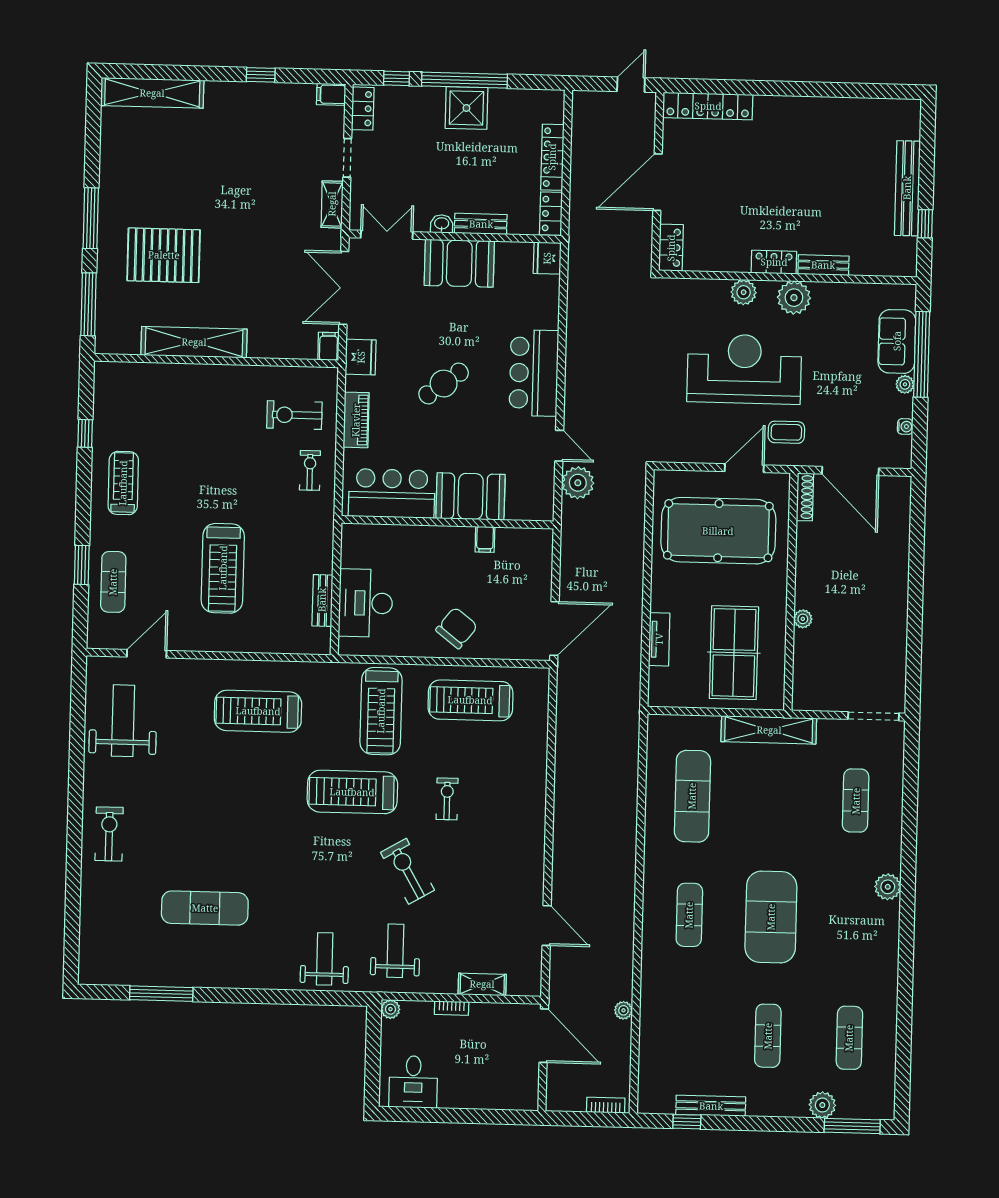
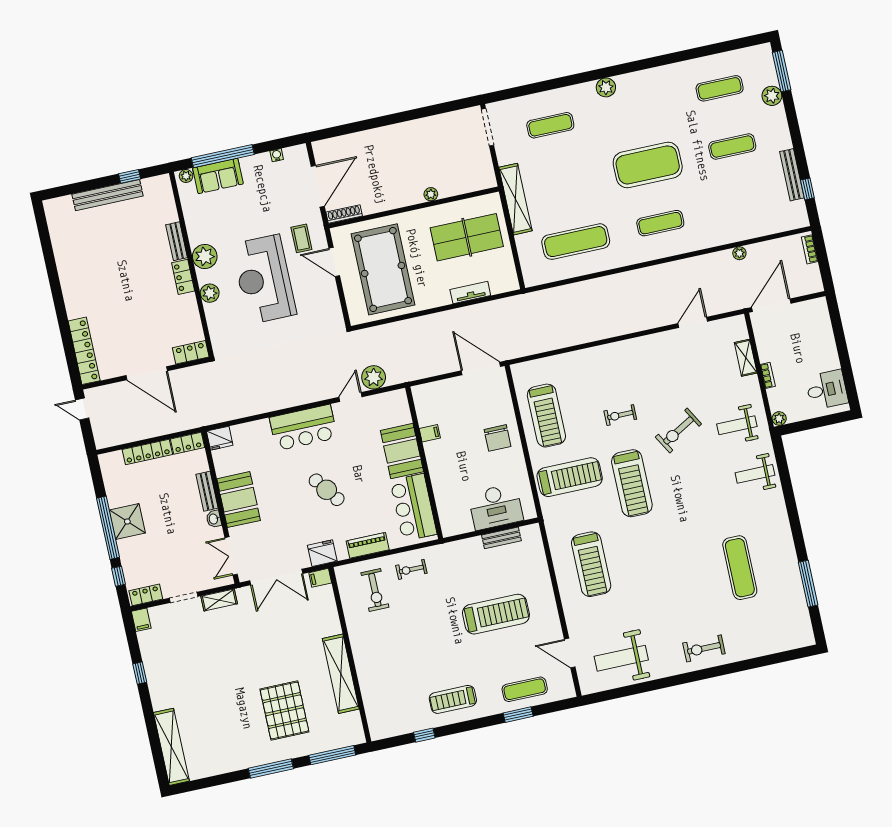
plant: (905, 384) -> (186, 176), moved
chair: (457, 628) -> (498, 438), turned -128

